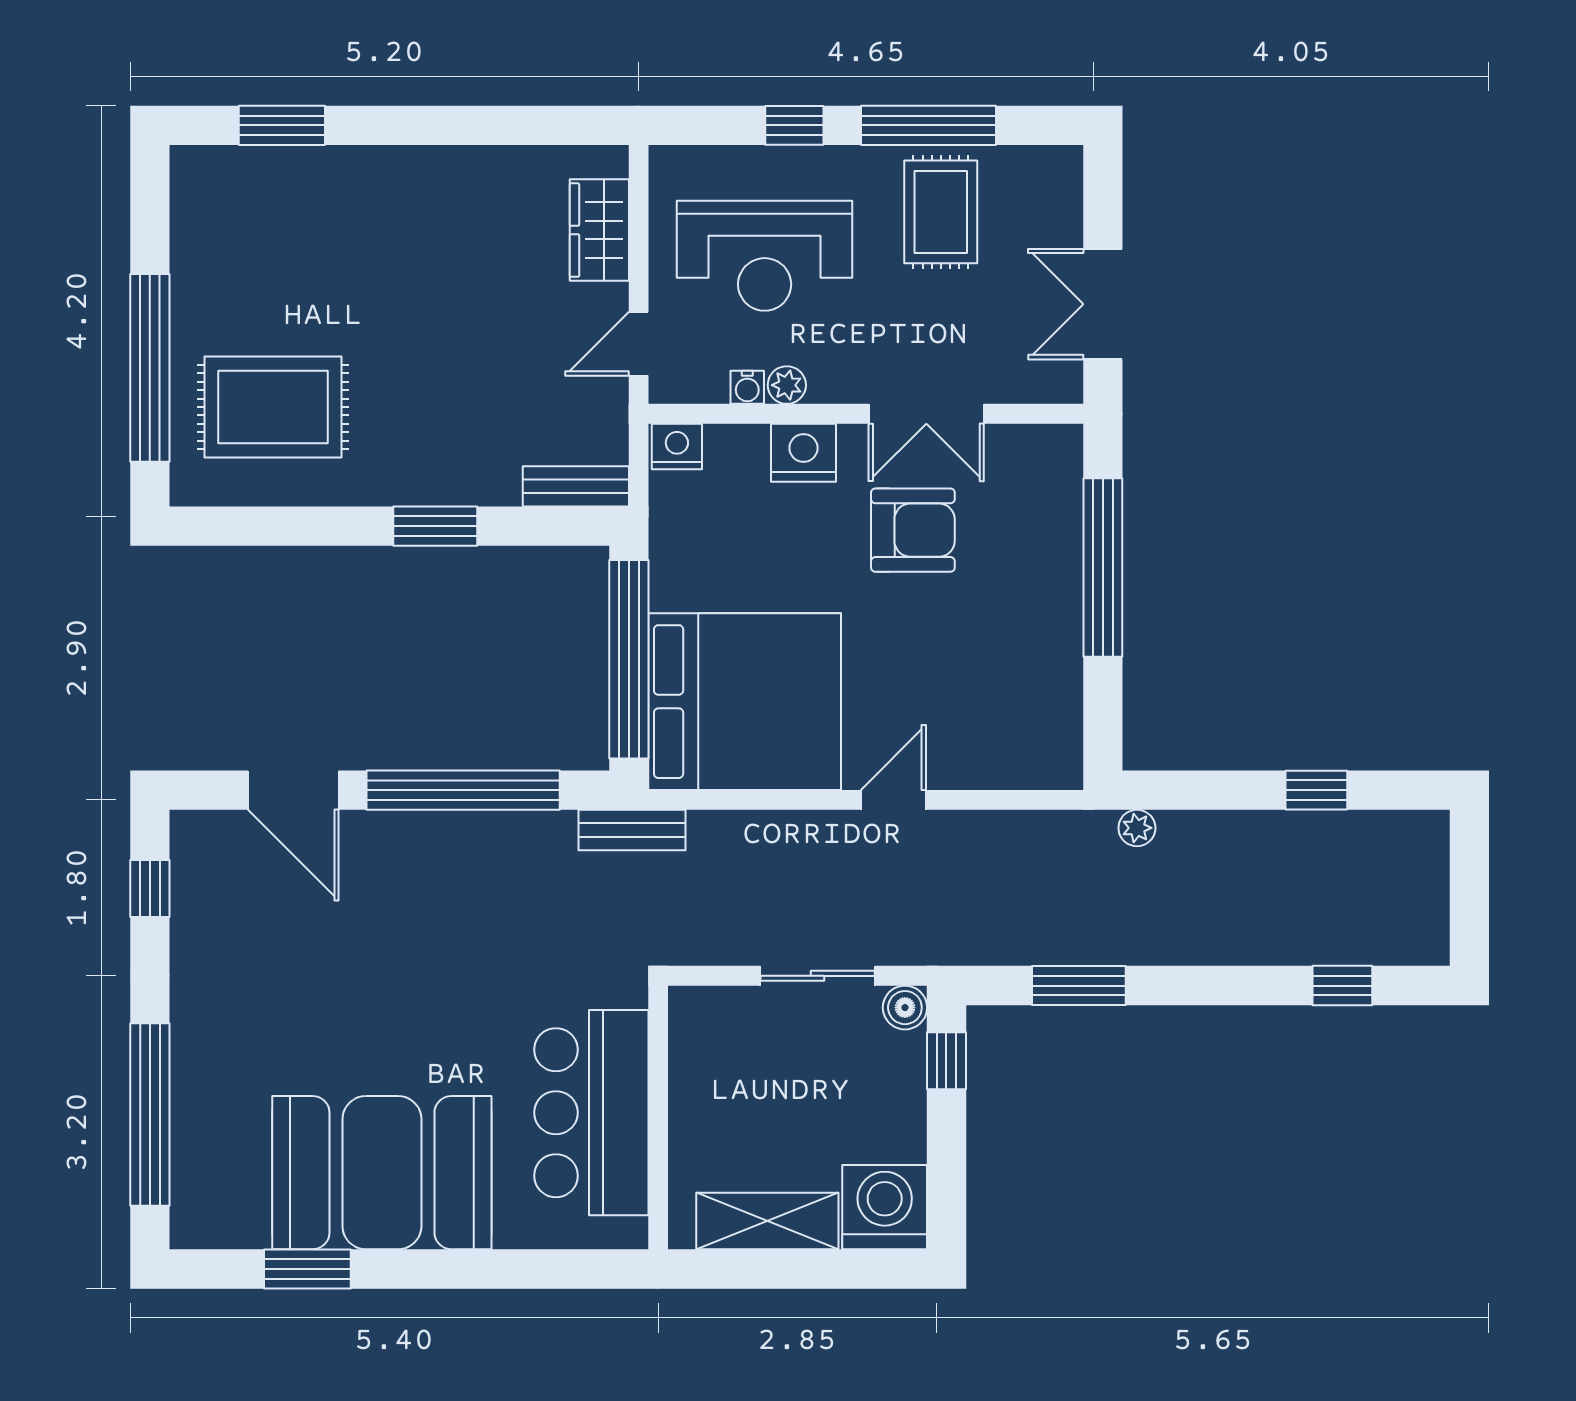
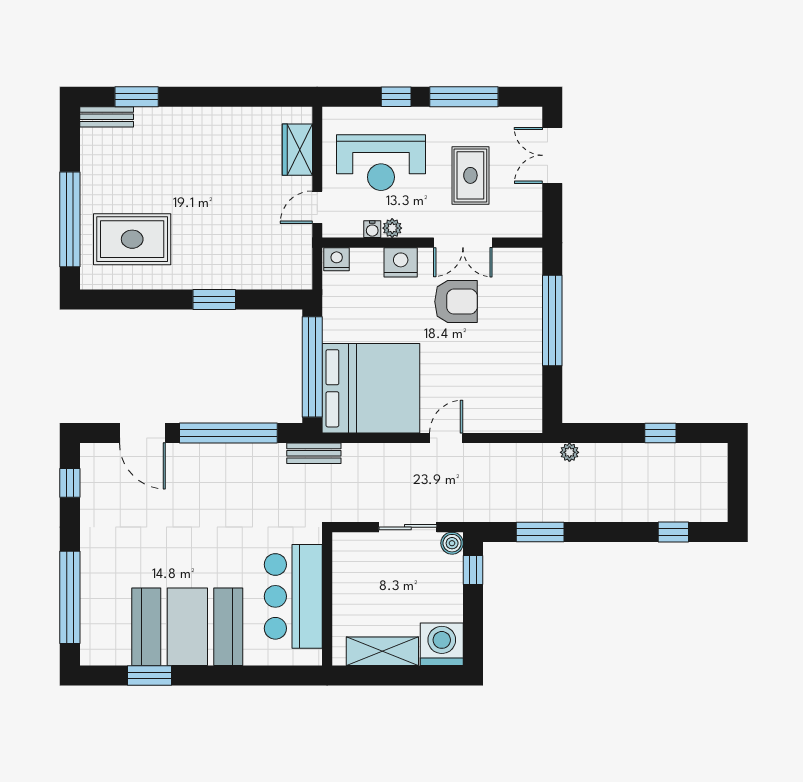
rug: (941, 212) -> (470, 175), moved
double door: (1103, 304) -> (552, 155), moved
bench: (576, 486) -> (107, 117), moved

